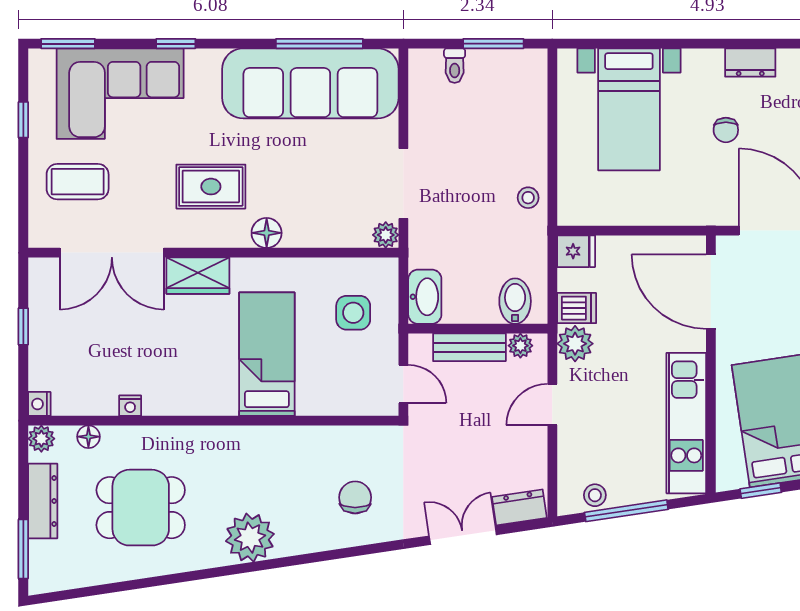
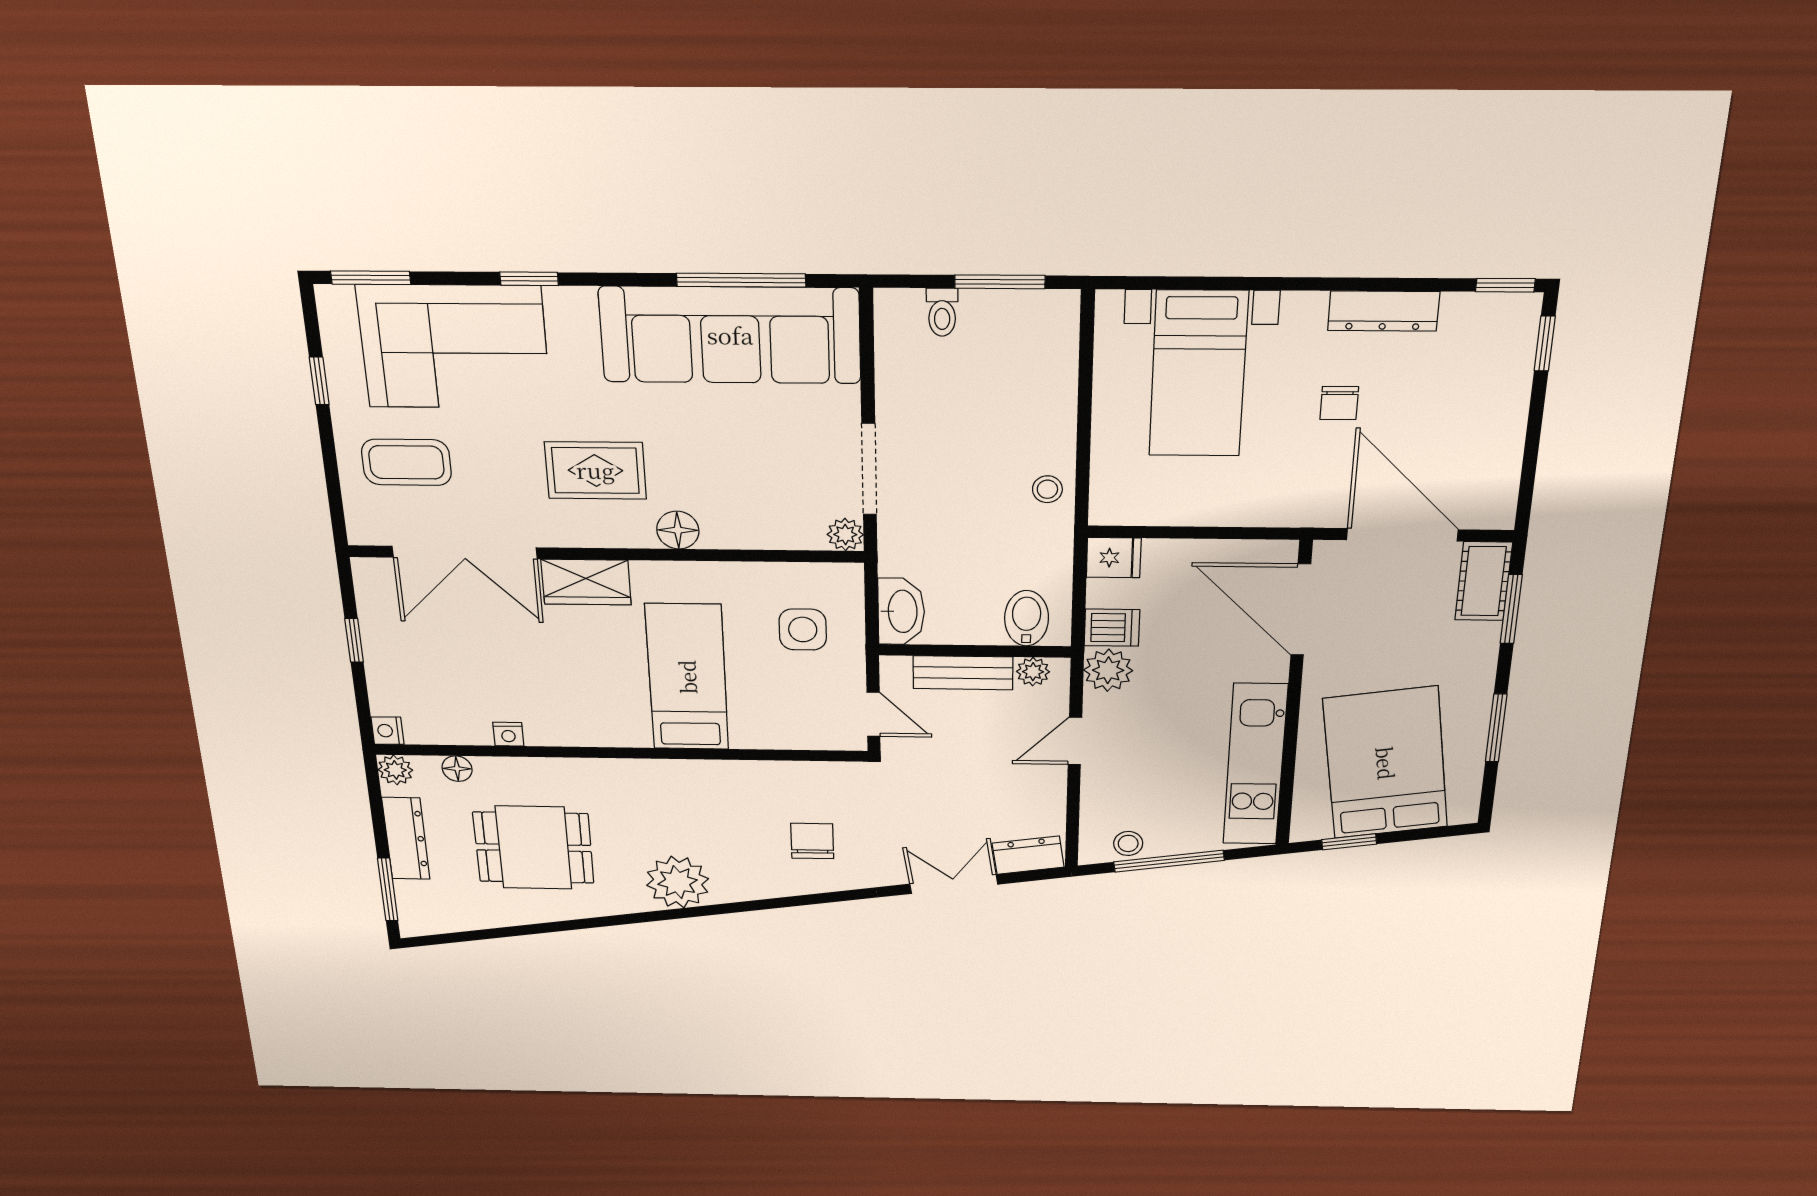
dresser: (750, 63) -> (1384, 311), width x1.44

